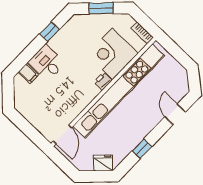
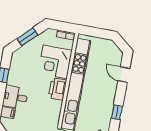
printer: (103, 81) -> (58, 89), width x1.87, depth x1.48

